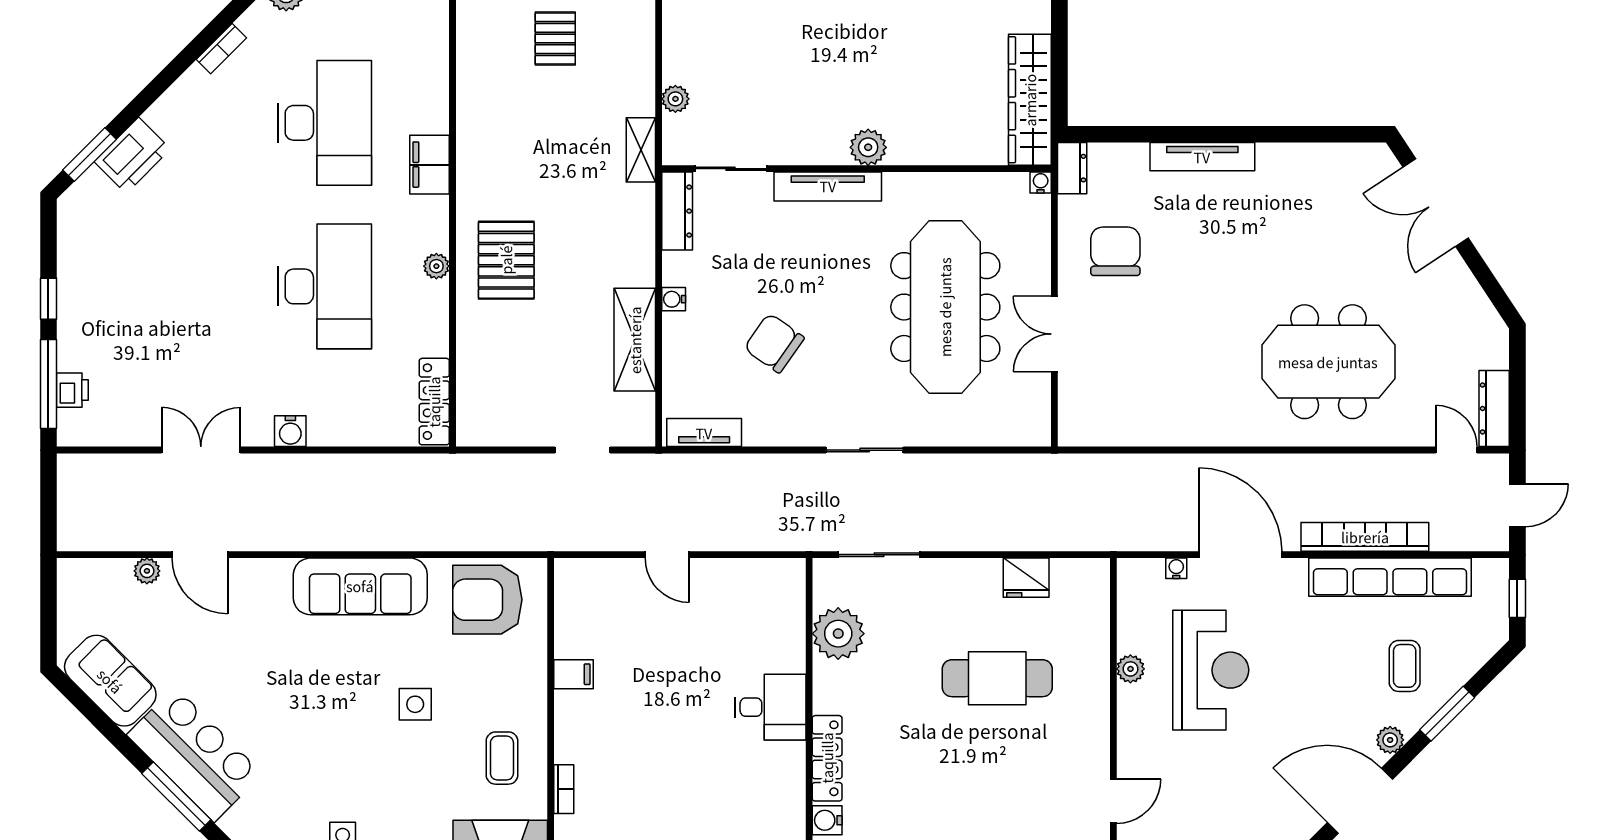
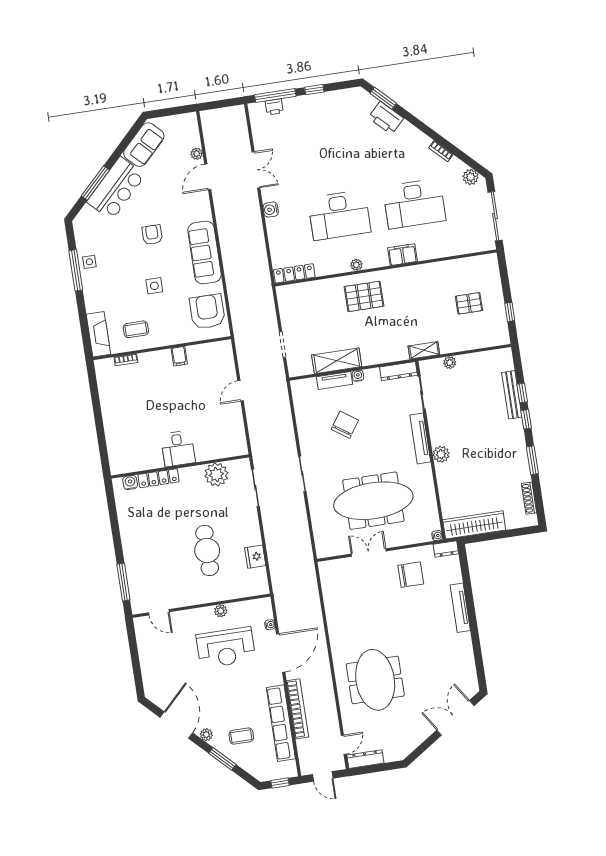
tv unit: (704, 433) -> (334, 380), moved, turned 90
armchair: (305, 692) -> (152, 235), added

